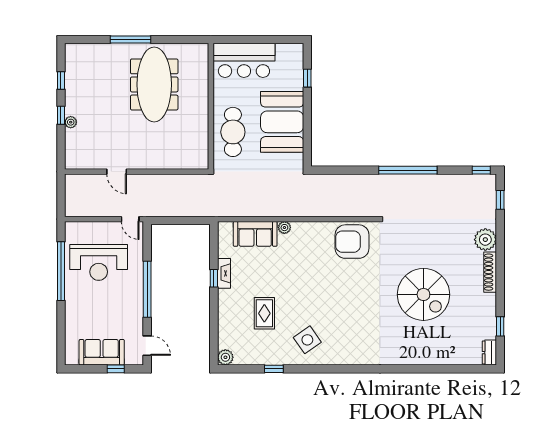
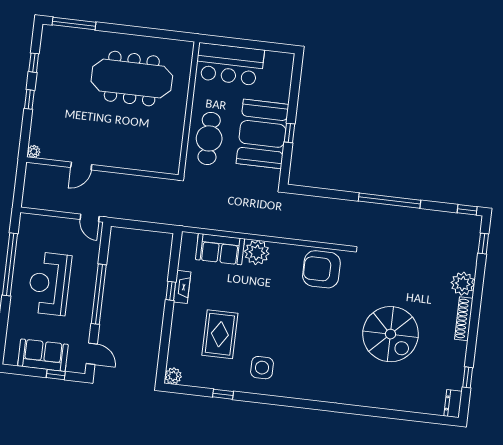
window: (131, 40) -> (74, 24), moved
window: (307, 78) -> (290, 133), moved
meeting table: (154, 84) -> (132, 79), turned 90
plant: (71, 122) -> (34, 152), moved
door: (117, 172) -> (81, 166), hinge flipped
plant: (284, 228) -> (257, 252), width x1.88, depth x1.88
reception desk: (99, 262) -> (49, 284), moved, turned 90
rug: (264, 313) -> (220, 334), width x1.36, depth x1.43
side table: (307, 340) -> (262, 368), turned 35

